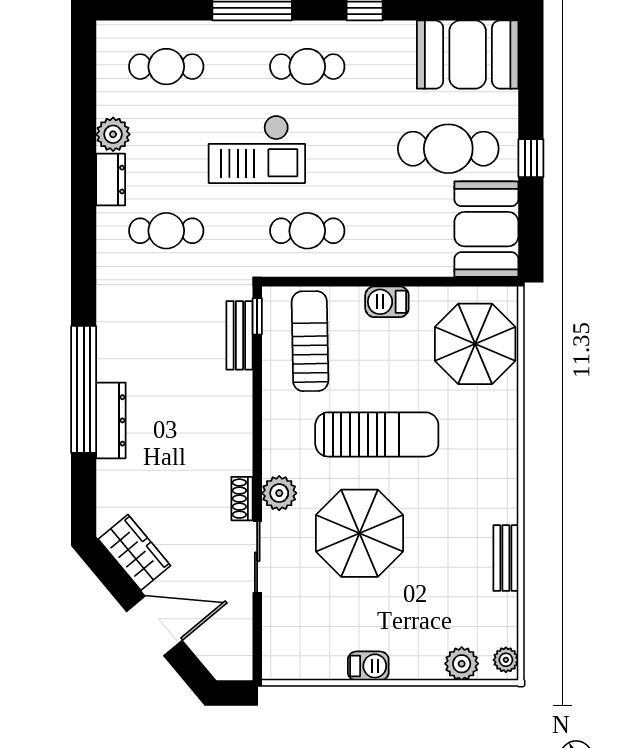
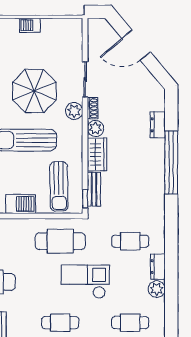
cafe table: (307, 231) -> (60, 241), width x1.37, depth x1.35
barbecue: (387, 302) -> (21, 204), width x1.38, depth x1.27
dresser: (111, 420) -> (158, 125), moved, width x0.70
plant: (236, 458) -> (96, 128), added
wardrobe: (134, 552) -> (97, 154), moved, turned -140

